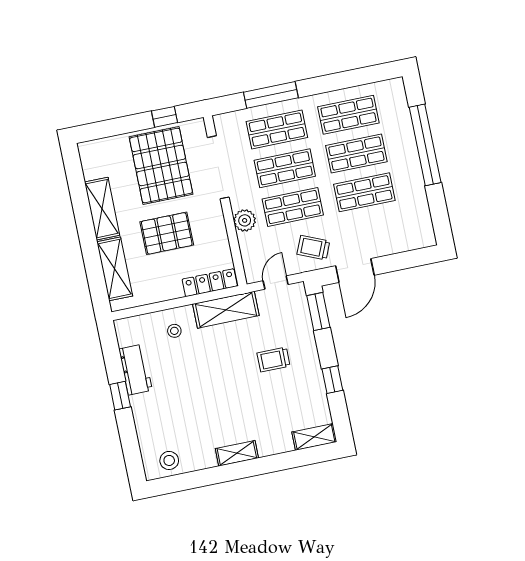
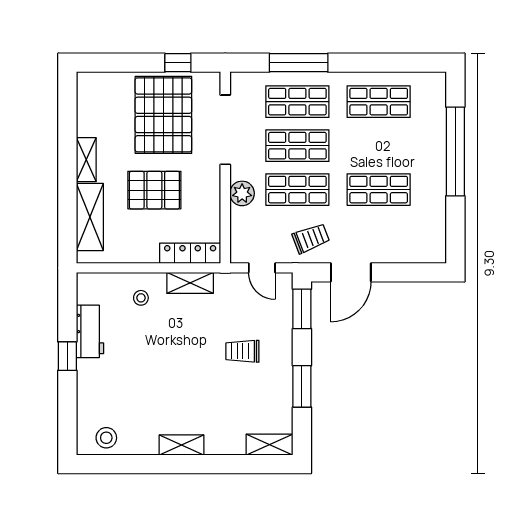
shop shelf: (356, 154) -> (379, 146), removed
shelving: (102, 209) -> (86, 160), width x0.67, depth x0.75
trolley: (313, 248) -> (311, 238), turned 136
door: (276, 283) -> (262, 268), swing flipped
shelving: (226, 310) -> (190, 283), width x0.67, depth x0.75
window: (332, 380) -> (302, 386), width x1.50

